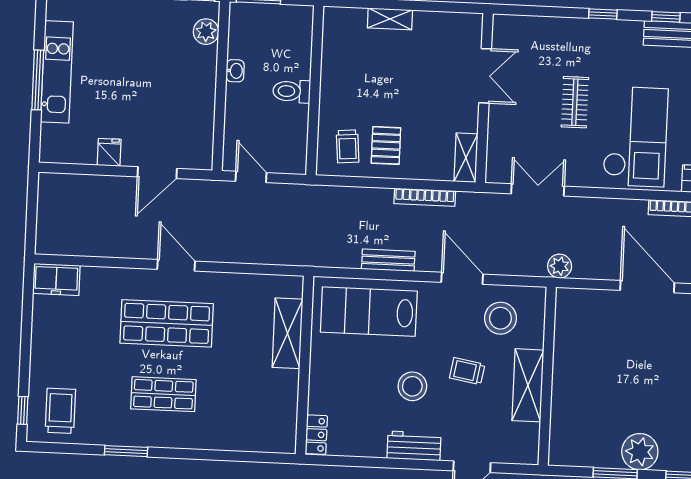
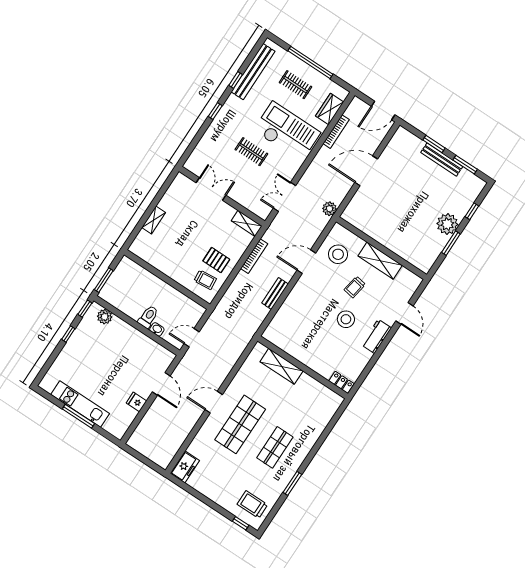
washbasin: (235, 71) -> (157, 329), moved
toilet: (292, 91) -> (148, 317), moved, turned 180
lab bench: (369, 312) -> (295, 319), removed

